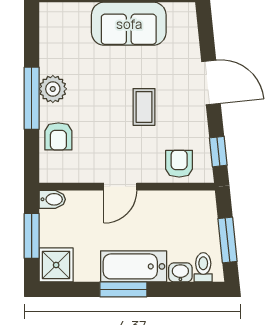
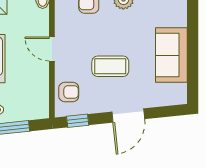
coffee table: (144, 107) -> (110, 66), width x1.36, depth x1.30

